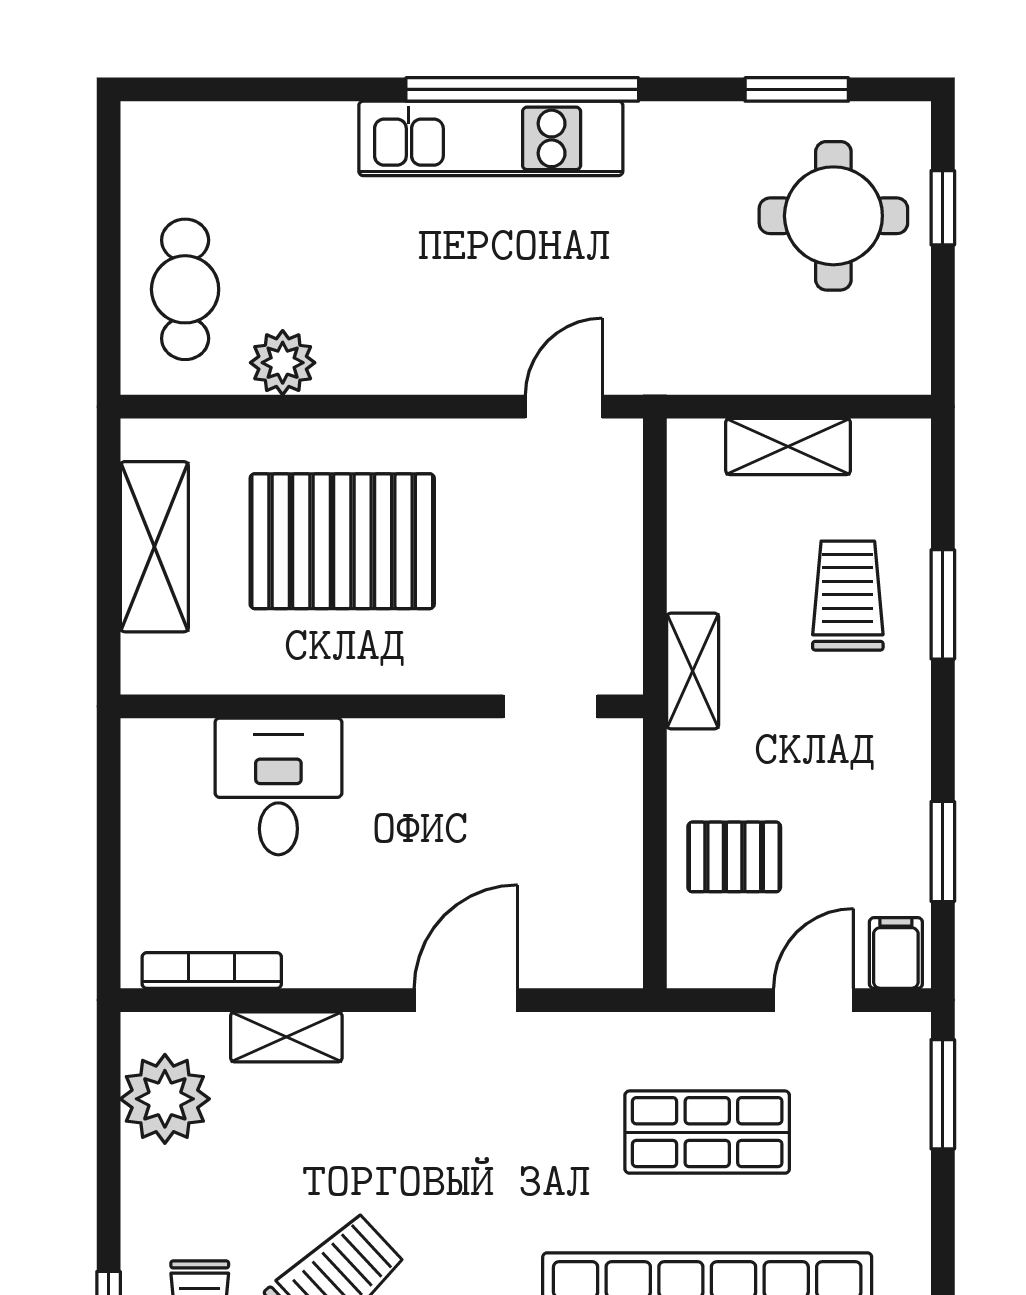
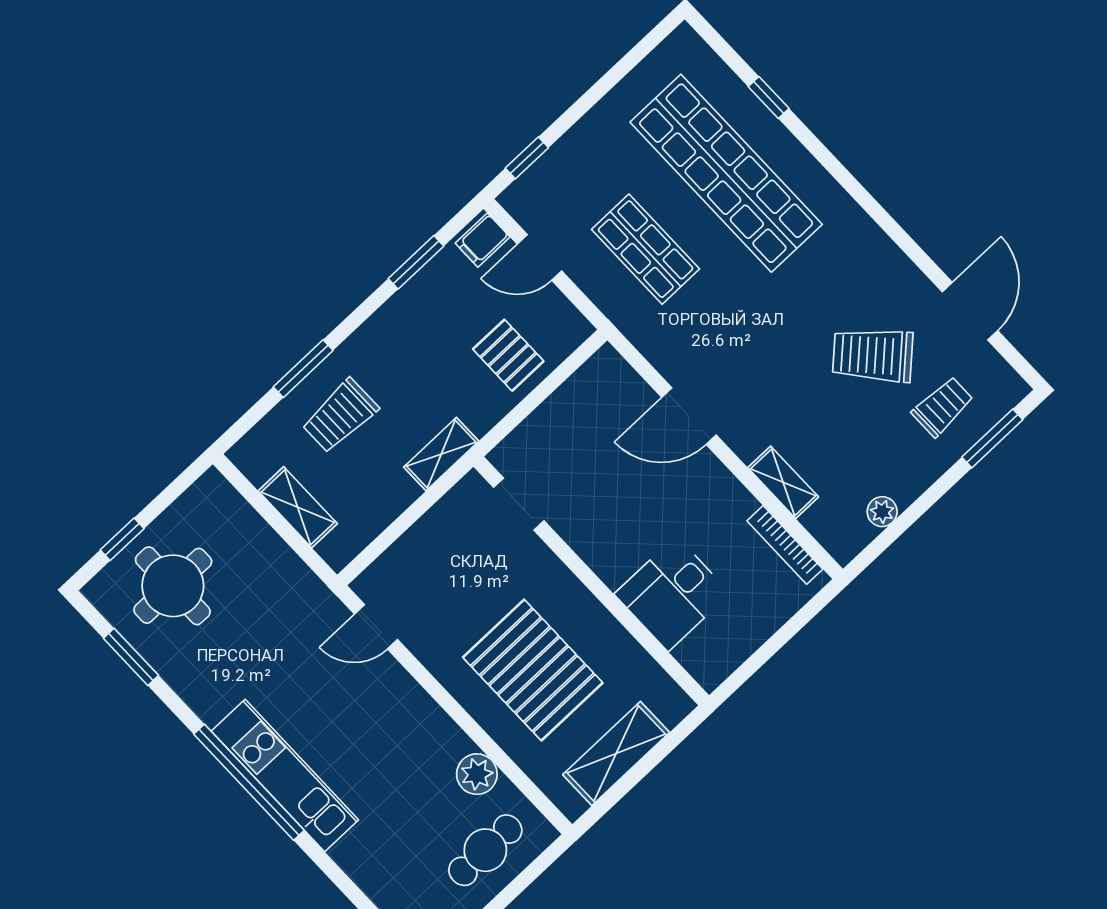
window: (943, 1094) -> (527, 158), width x0.67
plant: (165, 1099) -> (882, 512), width x0.53, depth x0.53

